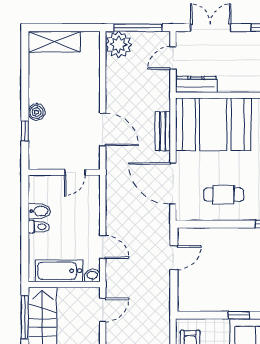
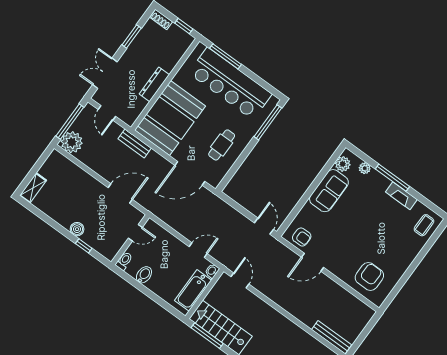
shelving: (54, 42) -> (33, 188), width x0.67, depth x0.75
dresser: (196, 84) -> (154, 84), moved
bench: (163, 131) -> (135, 143), moved
door: (75, 172) -> (135, 233), hinge flipped
toilet: (39, 227) -> (124, 261), moved
door: (174, 258) -> (264, 226), moved
window: (239, 315) -> (309, 193), removed

